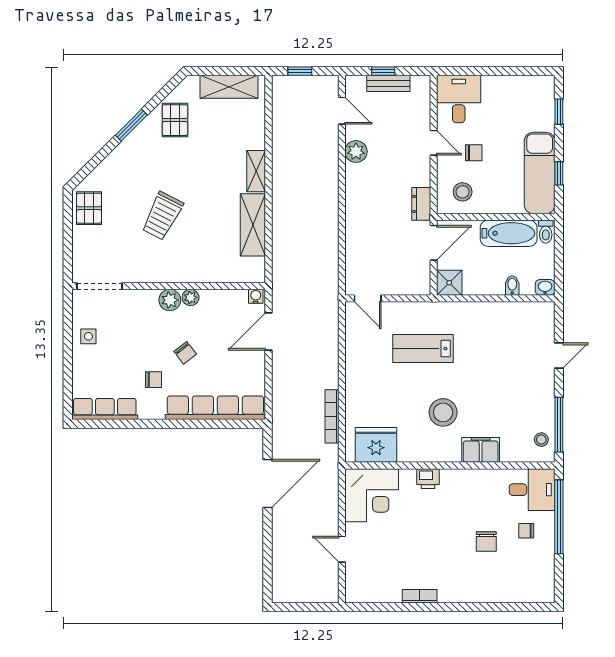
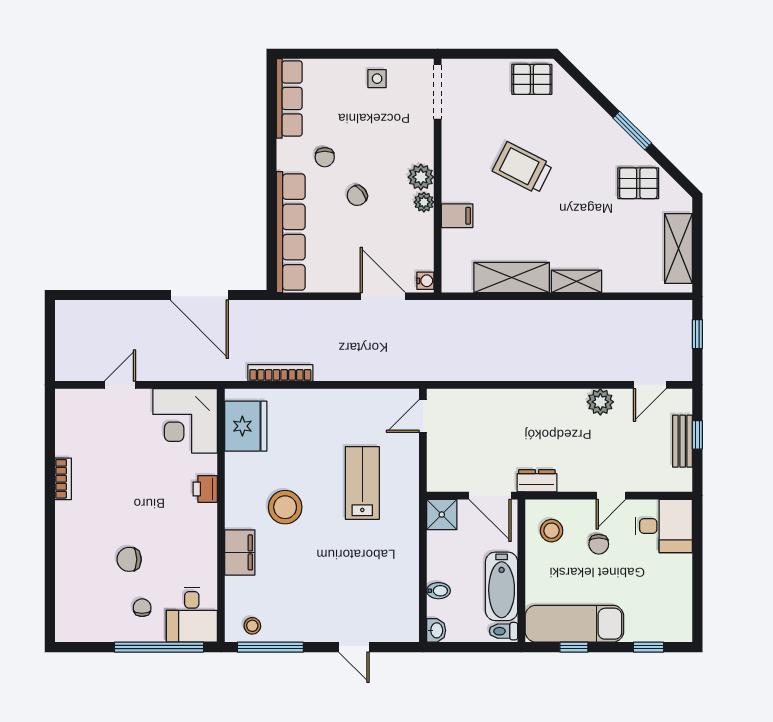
filing cabinet: (202, 270) -> (457, 216), added

